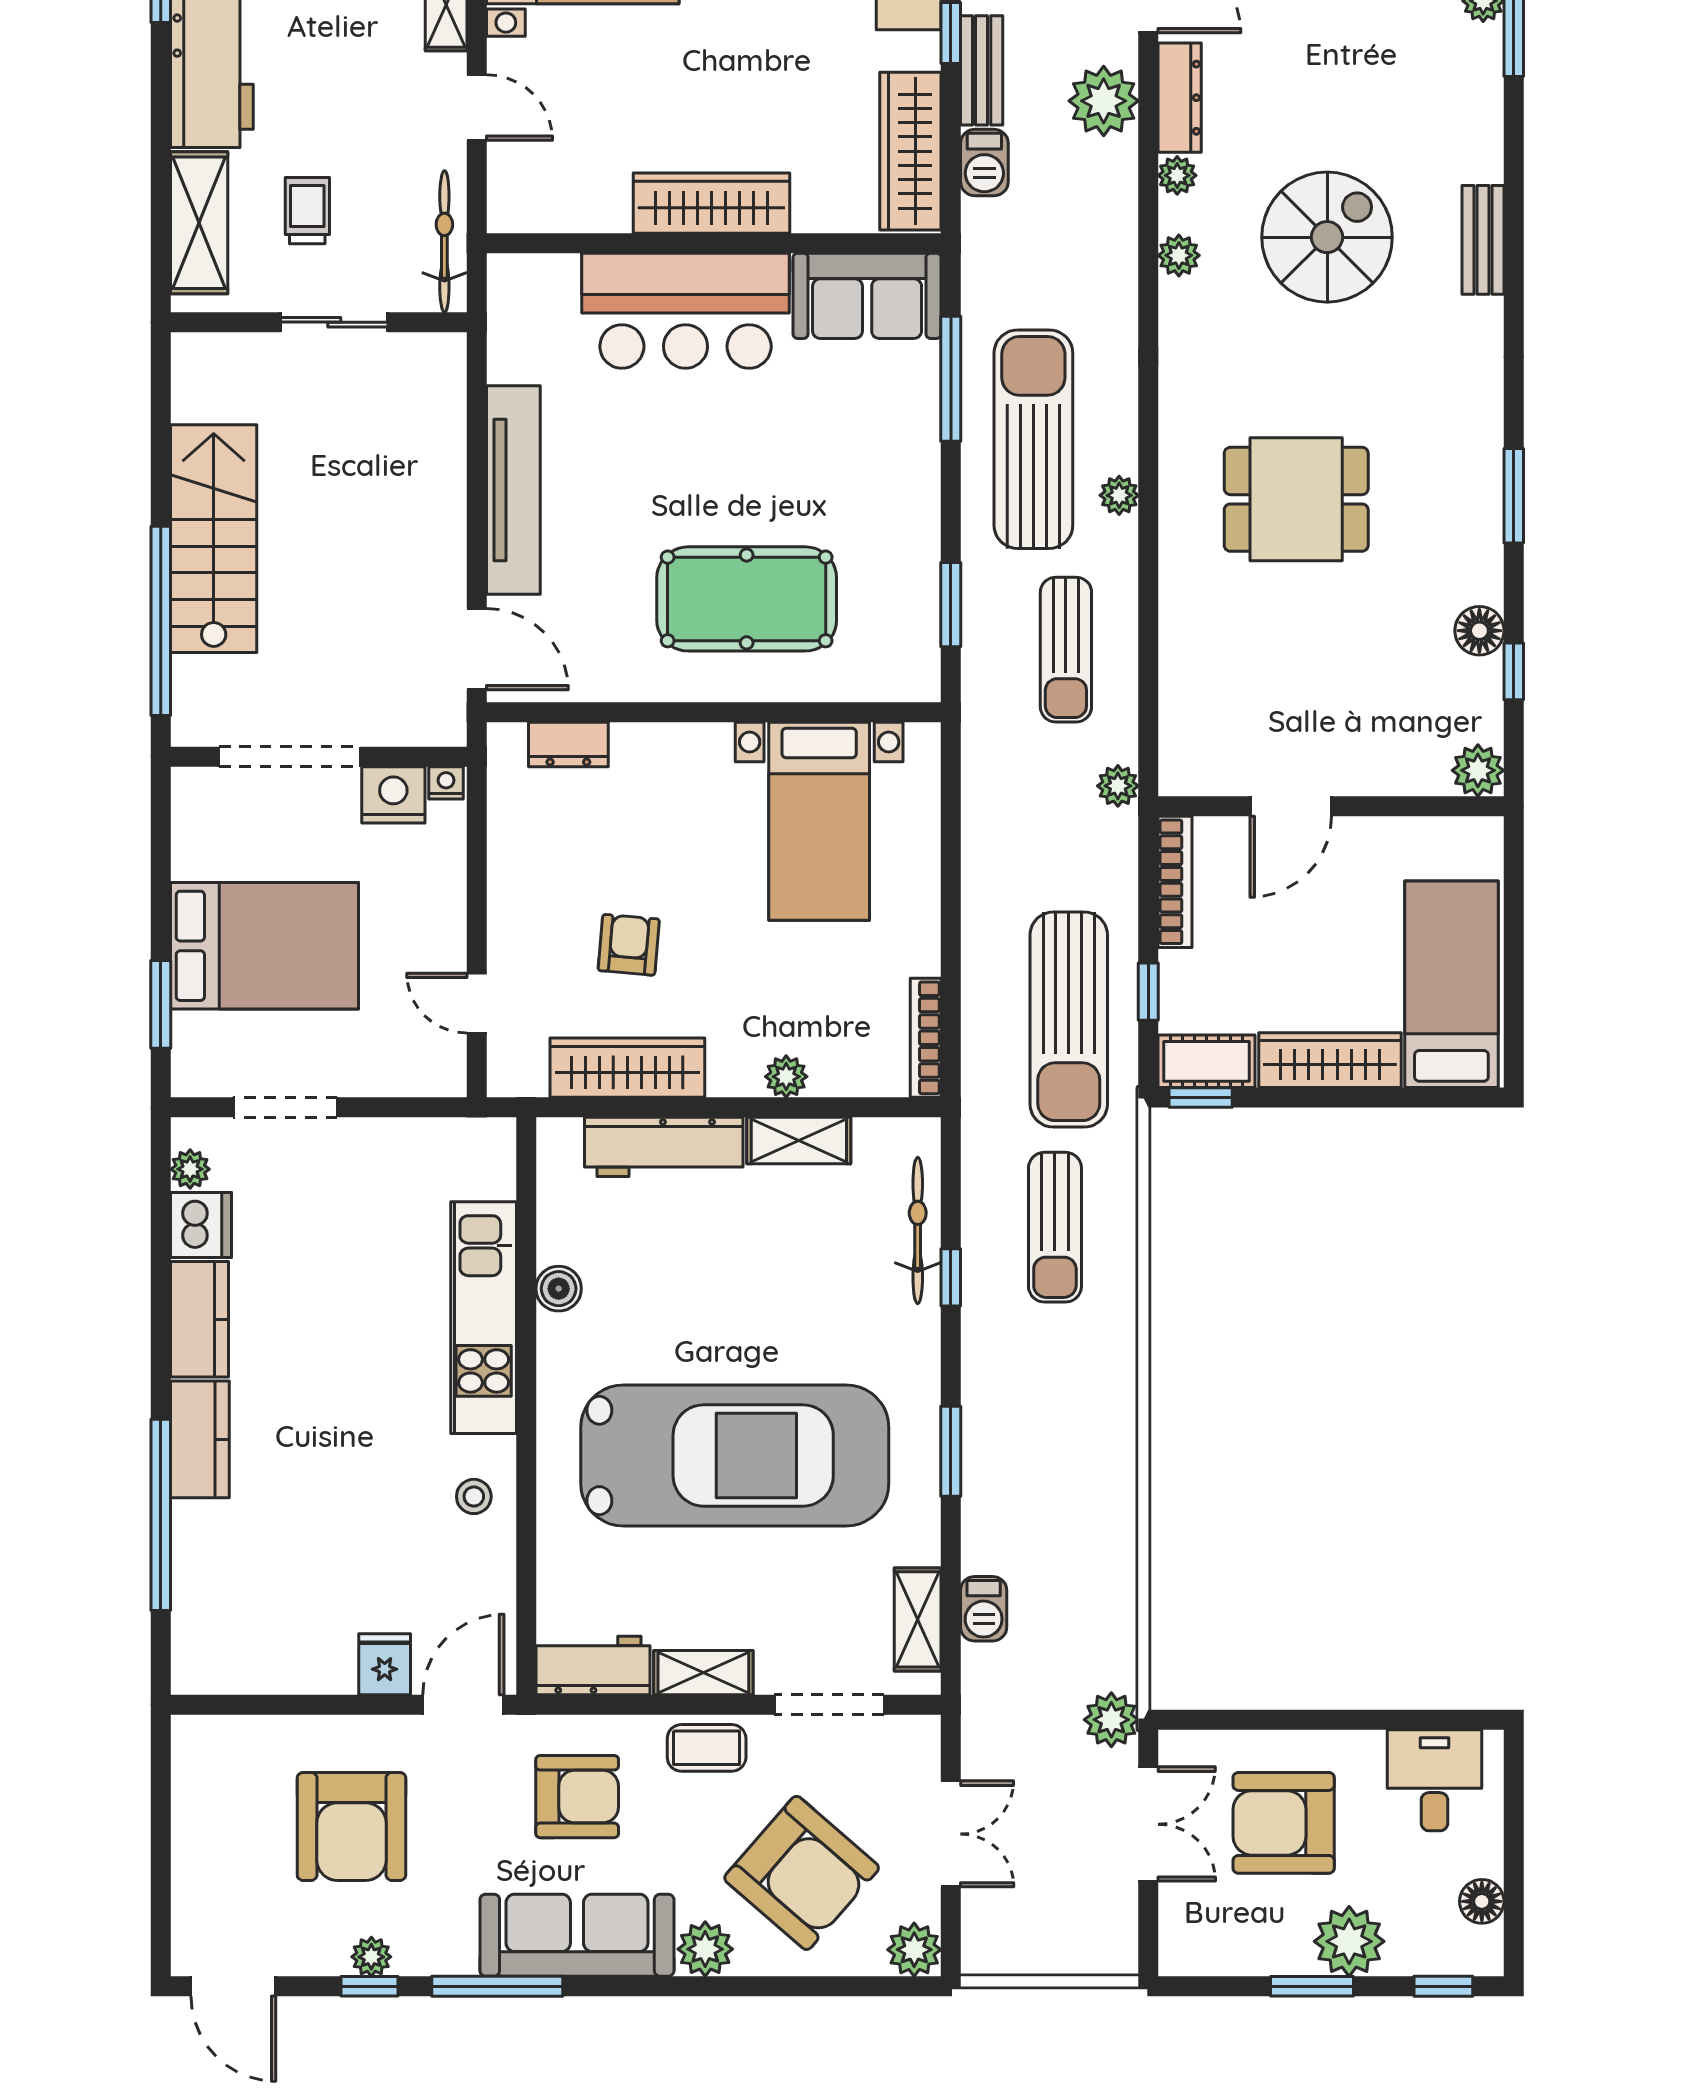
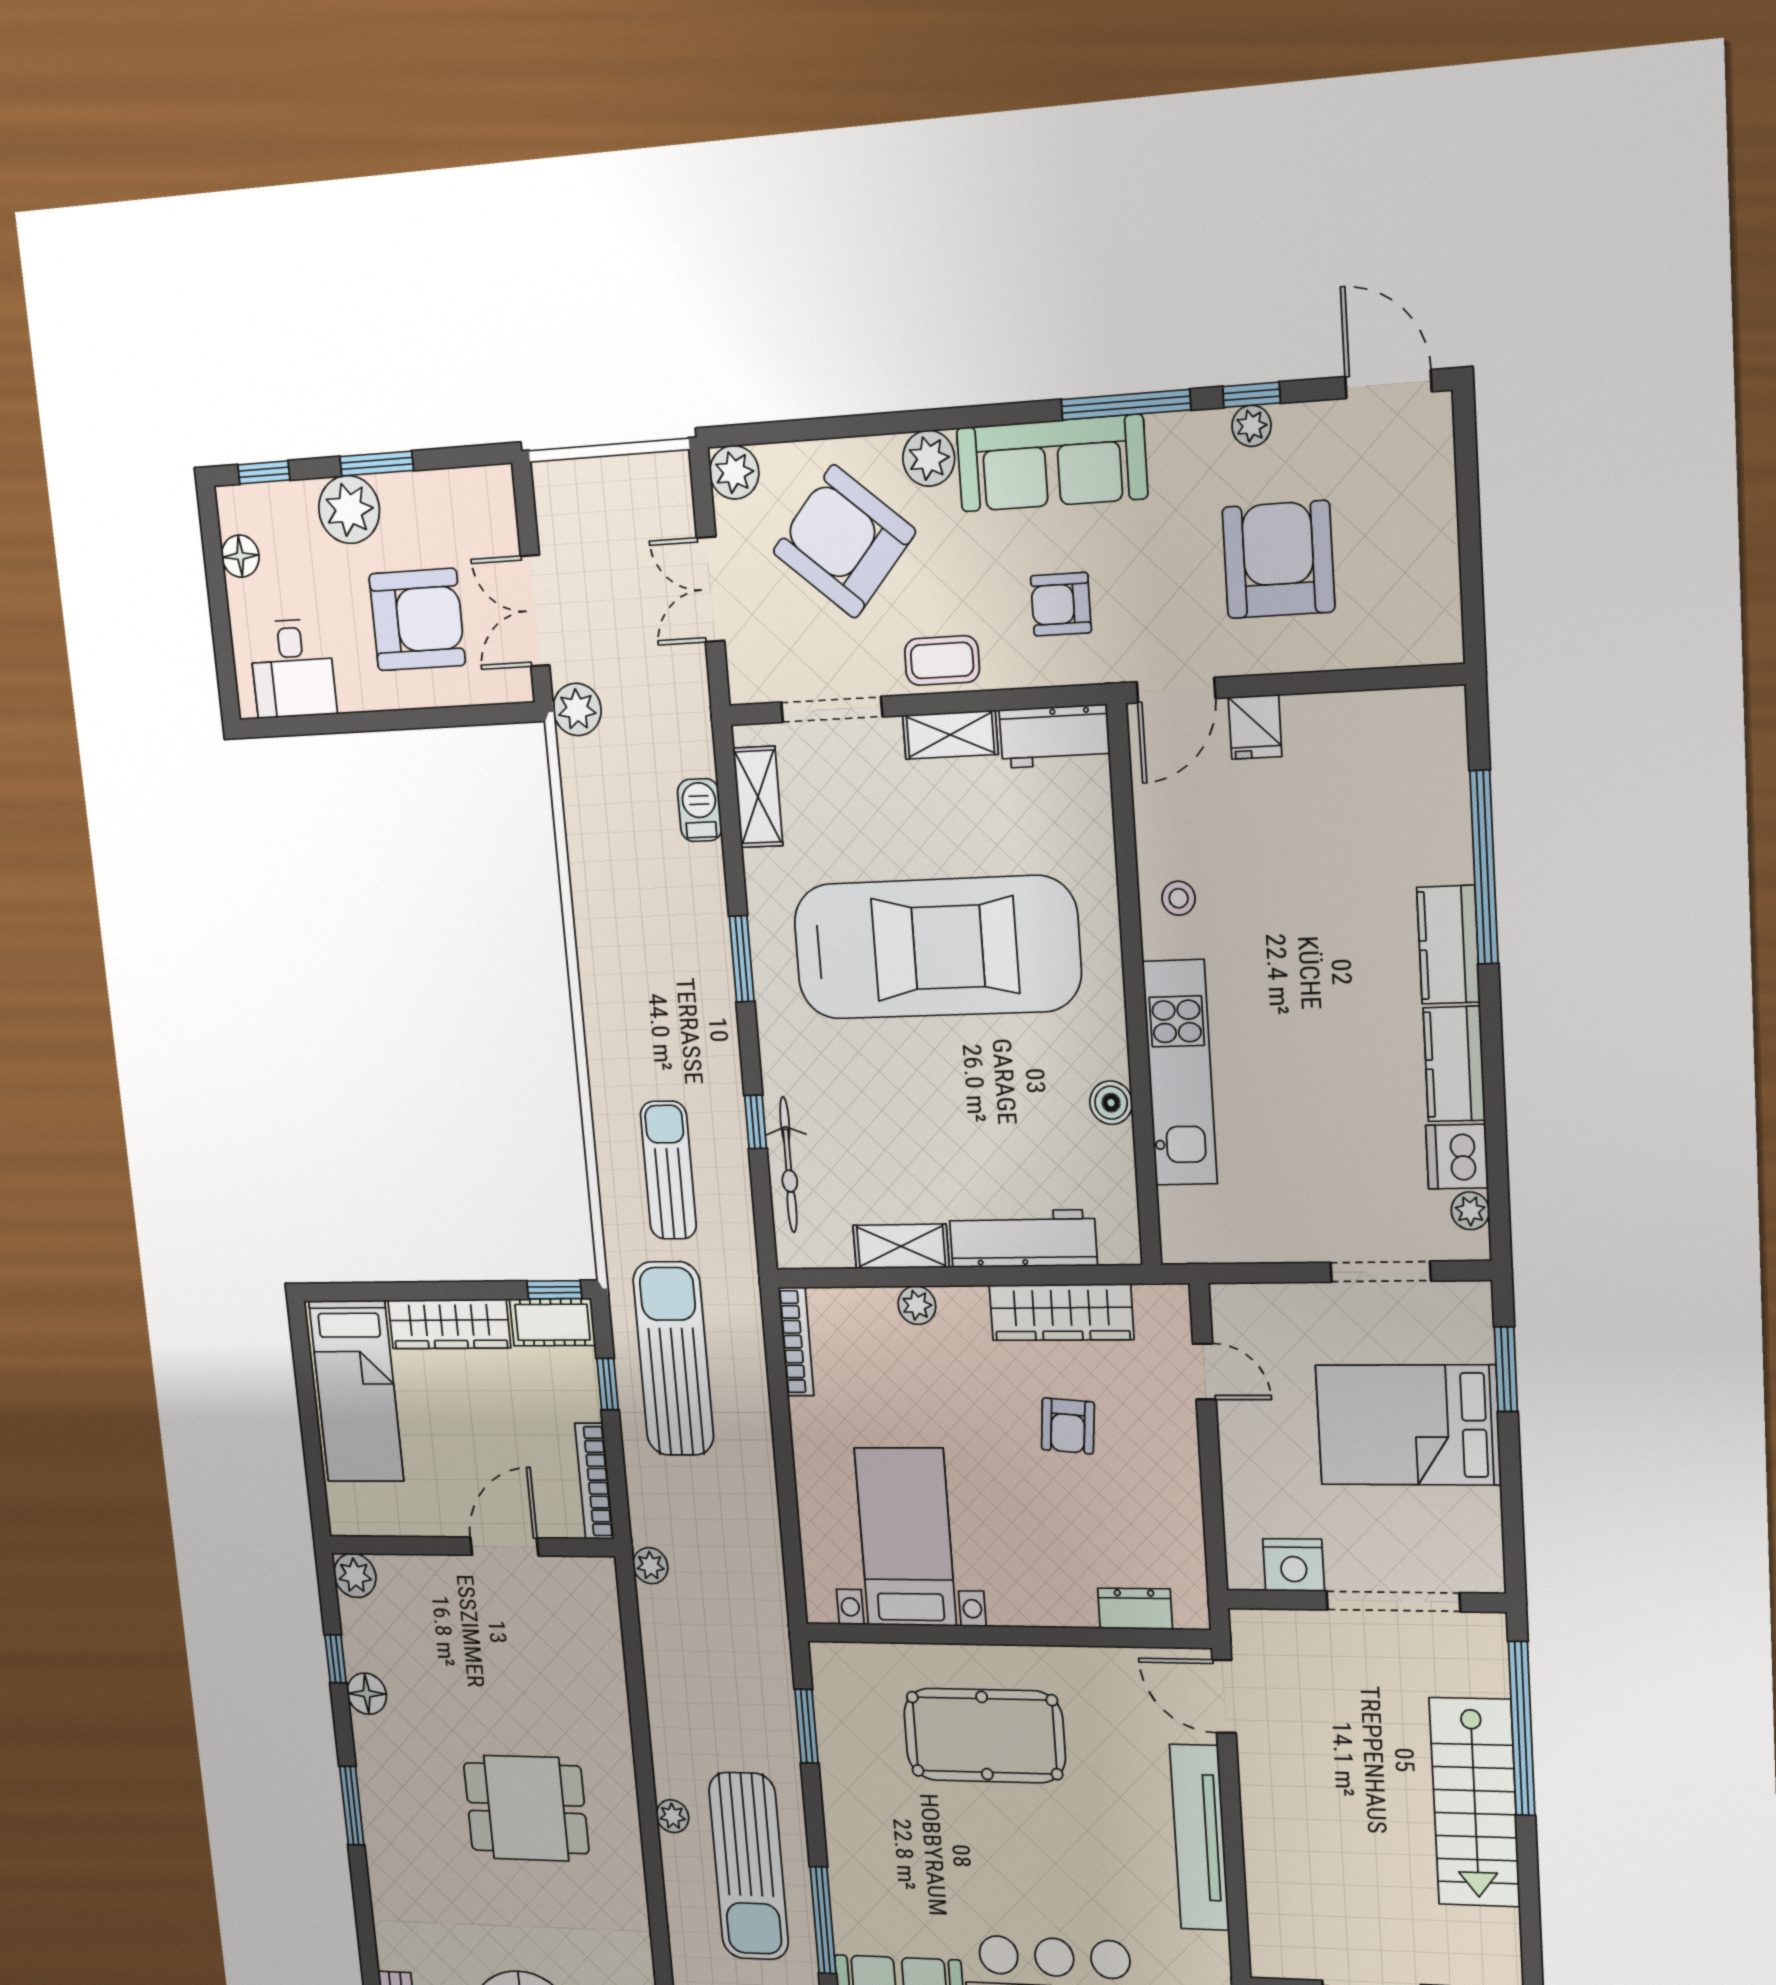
sun lounger: (1066, 650) -> (705, 1685), removed
nightstand: (446, 783) -> (1245, 1575), removed
car: (735, 1455) -> (937, 948), turned 180
armchair: (577, 1797) -> (1061, 604), width x0.72, depth x0.72

